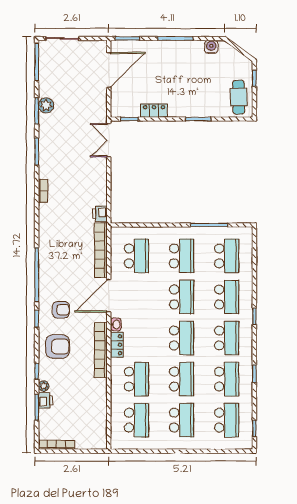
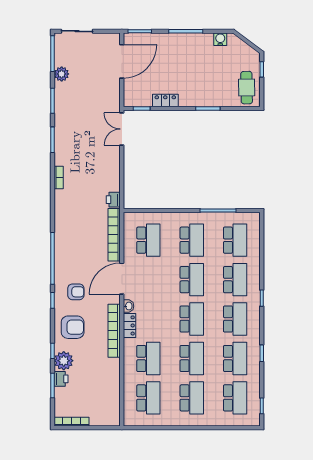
plant: (46, 105) -> (62, 74), moved
plant: (44, 386) -> (64, 361), width x1.88, depth x1.88

